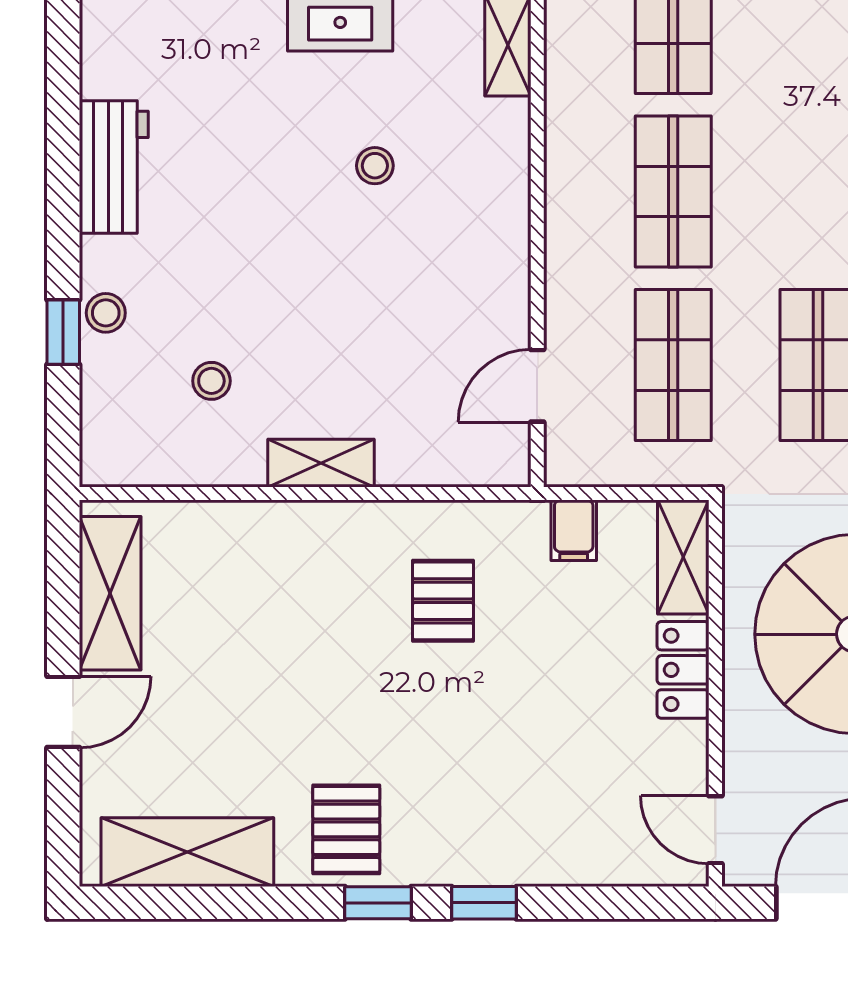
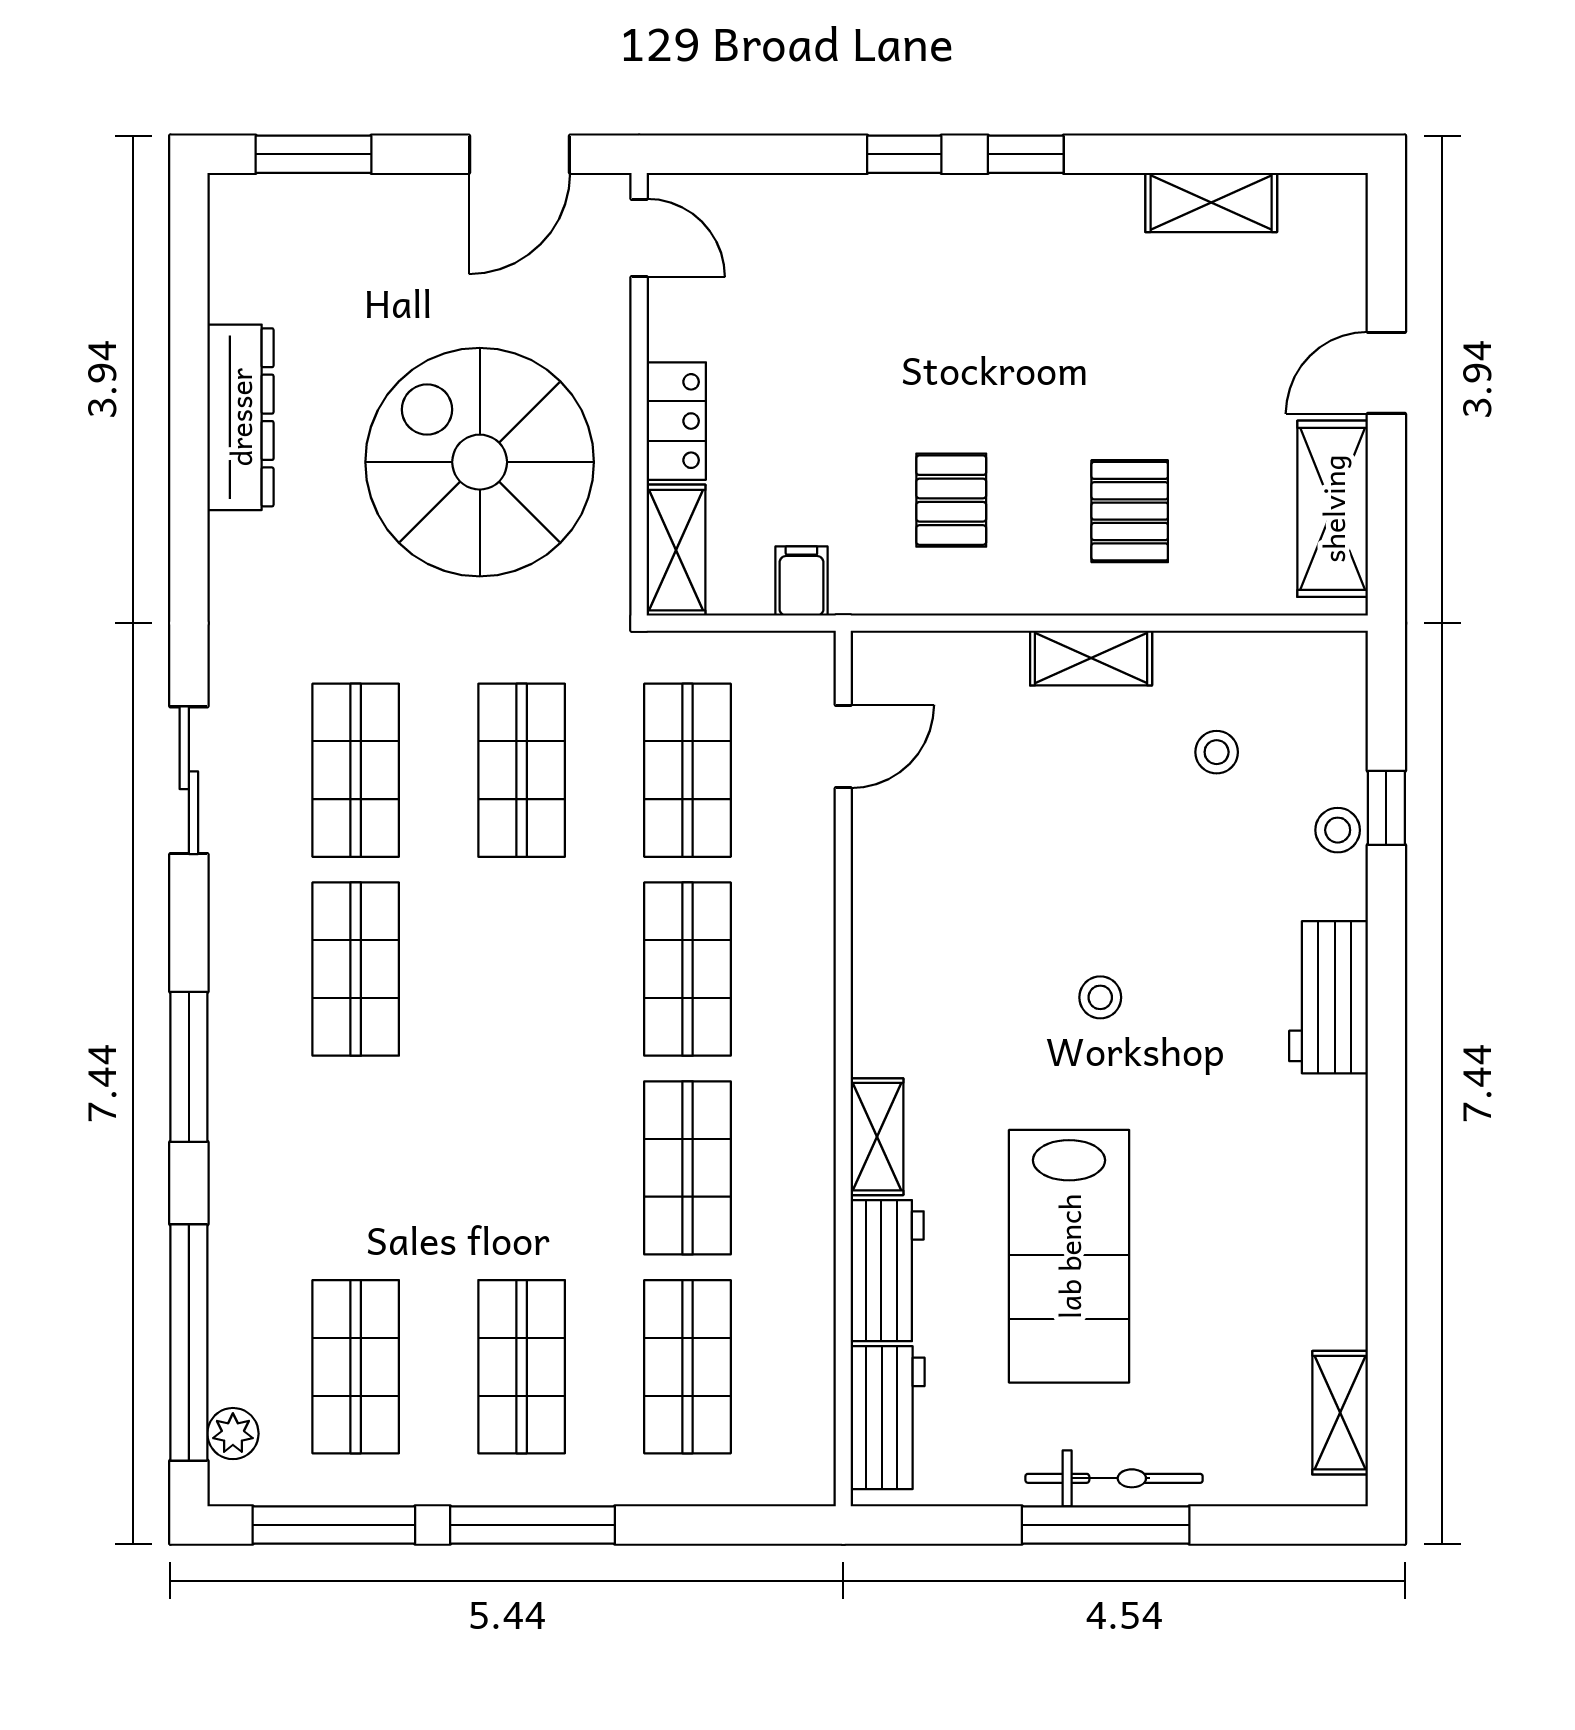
stool: (375, 166) -> (1100, 997), moved
pallet: (346, 829) -> (1130, 511), moved
shelving: (187, 852) -> (1211, 202), width x0.67, depth x0.75

